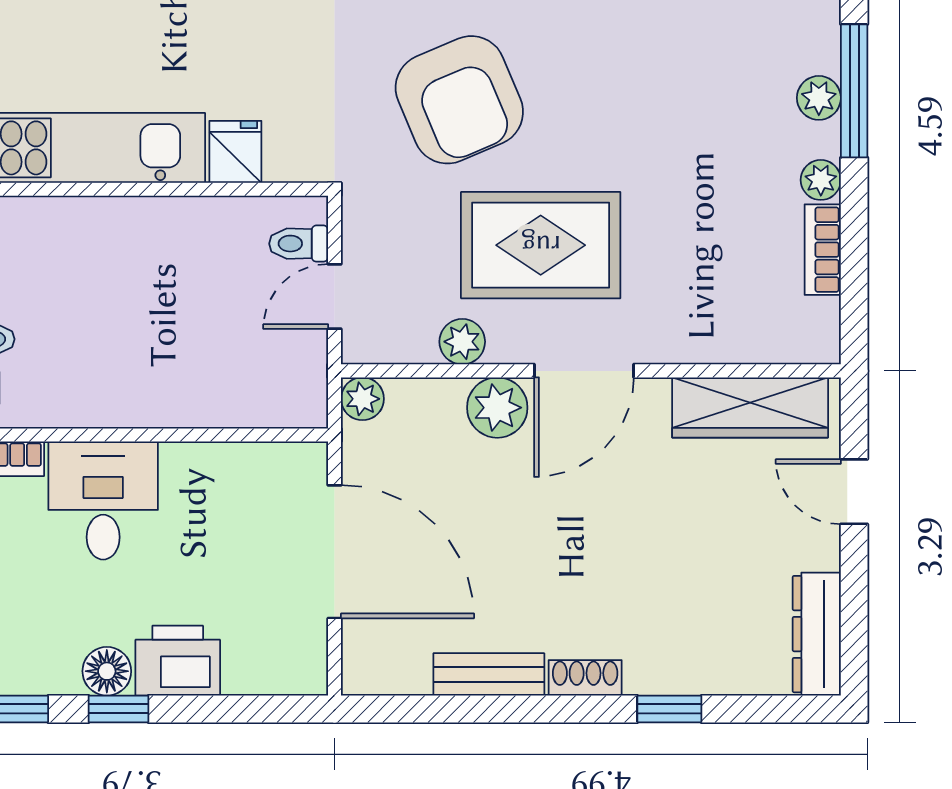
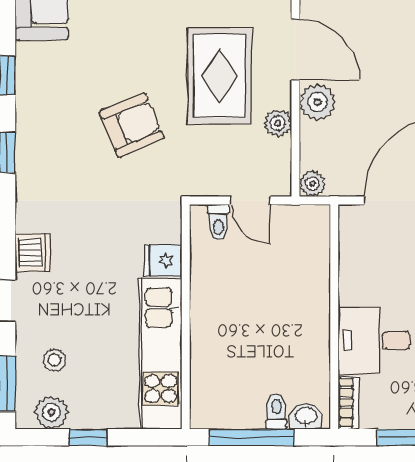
armchair: (459, 100) -> (132, 125), width x0.73, depth x0.73

